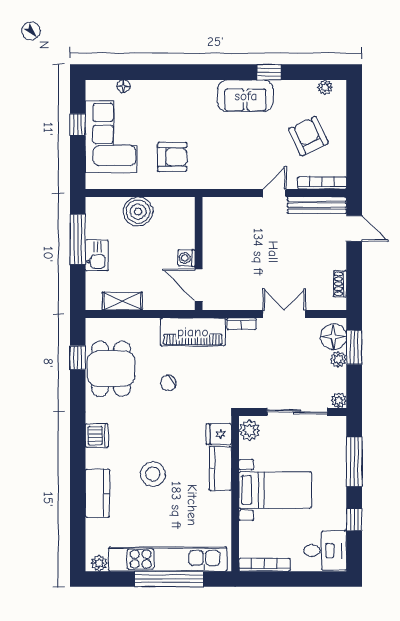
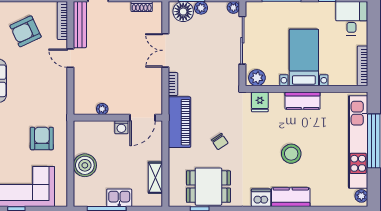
plant: (210, 234) -> (102, 109), added
kitchen counter: (220, 468) -> (303, 101), moved
kitchen counter: (97, 493) -> (291, 197), moved

